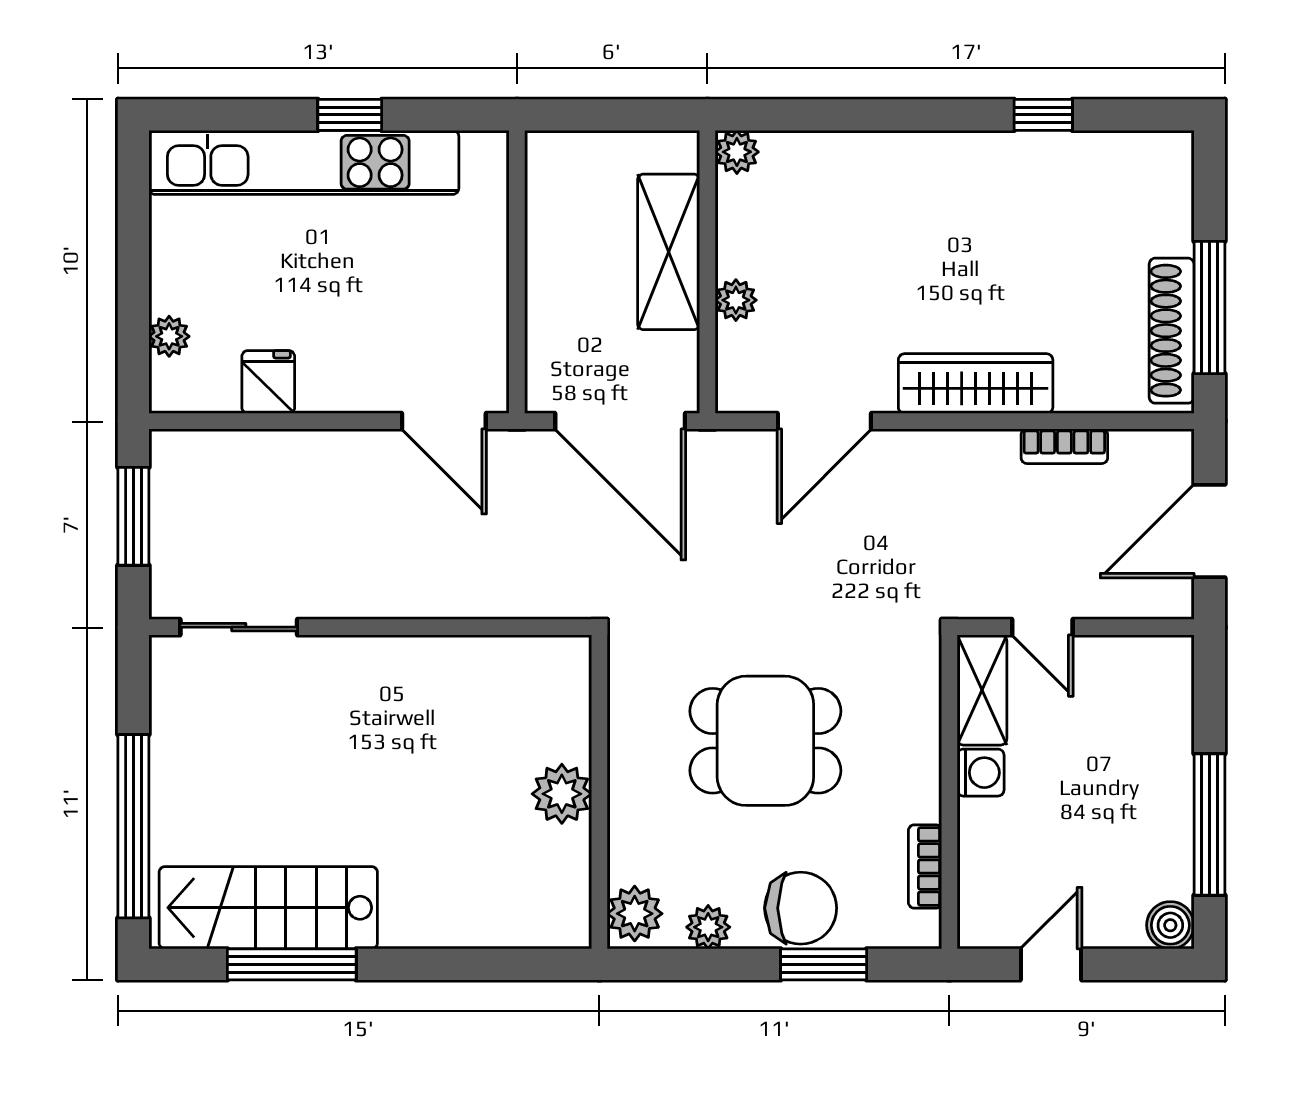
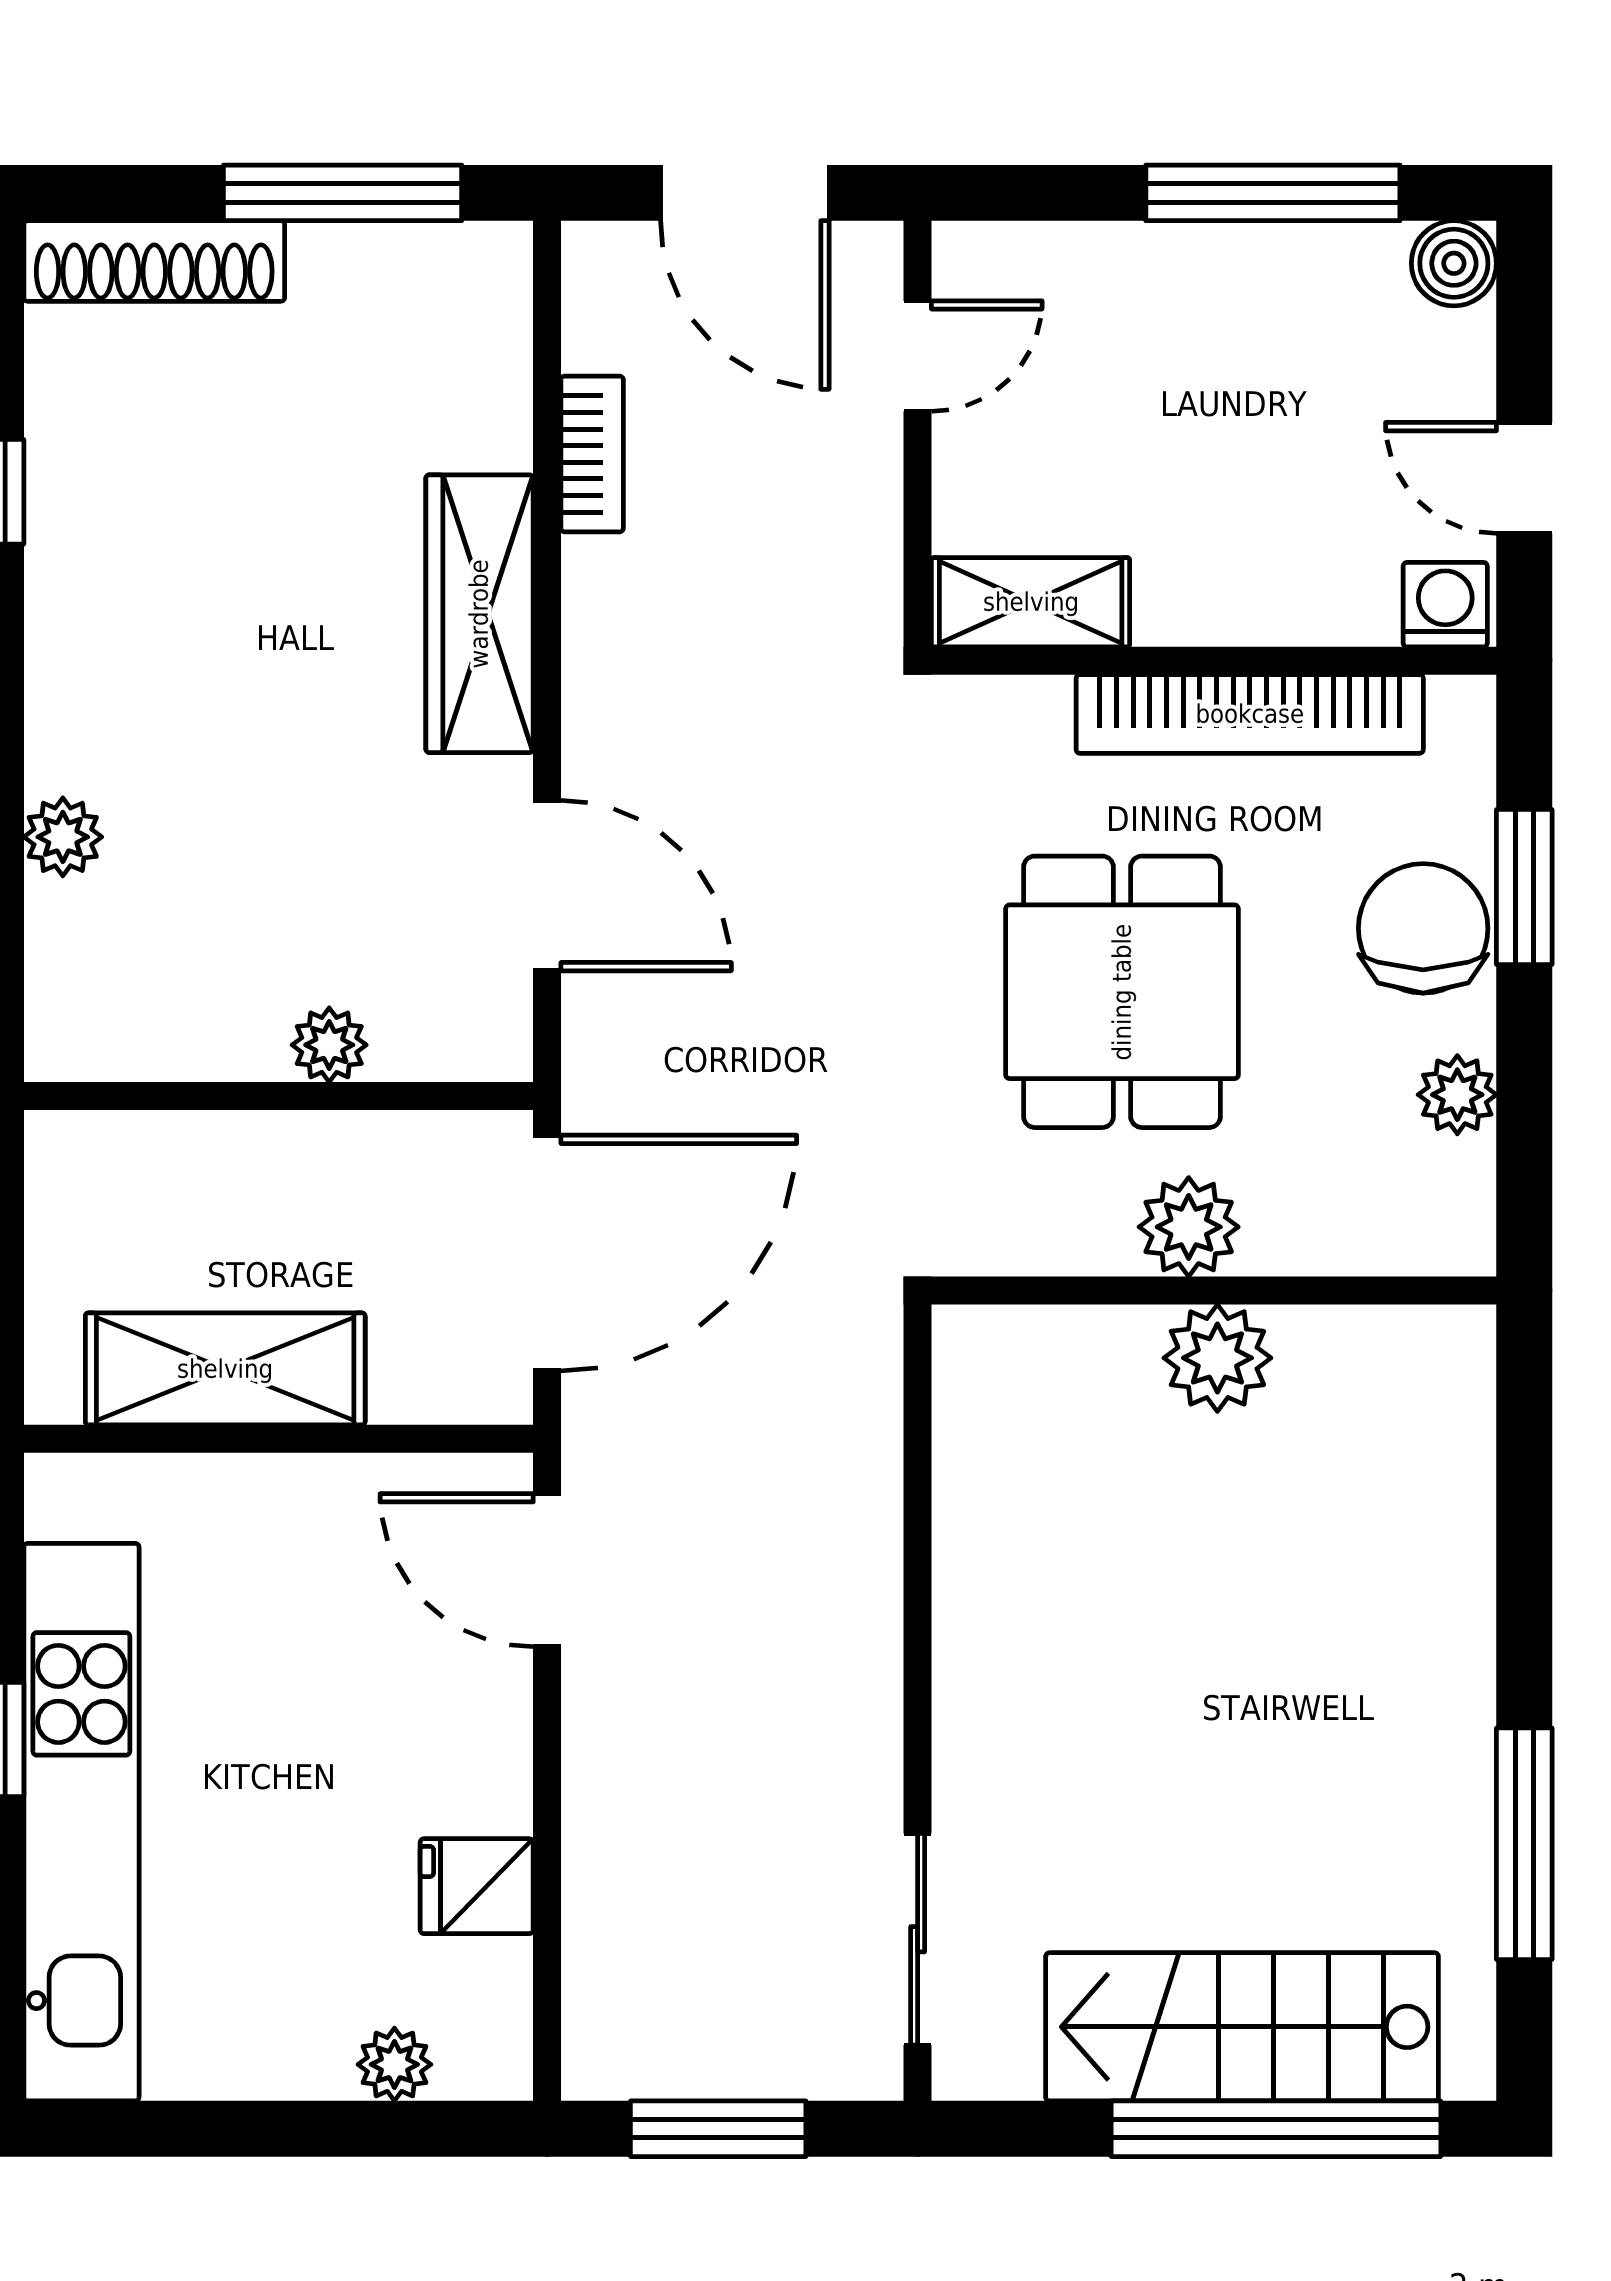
plant: (737, 152) -> (63, 837), moved
shelving: (669, 252) -> (225, 1369), moved
shoe rack: (1172, 331) -> (154, 261), moved
door: (444, 421) -> (547, 1570), swing flipped
door: (1042, 627) -> (918, 356), moved
washing machine: (981, 773) -> (1445, 605), moved
bookcase: (925, 867) -> (1250, 714), width x2.31, depth x1.31
stairs: (268, 908) -> (1242, 2027), moved, turned 90
plant: (635, 914) -> (1189, 1227), moved

